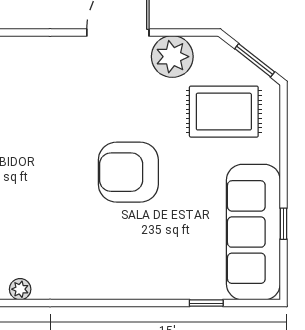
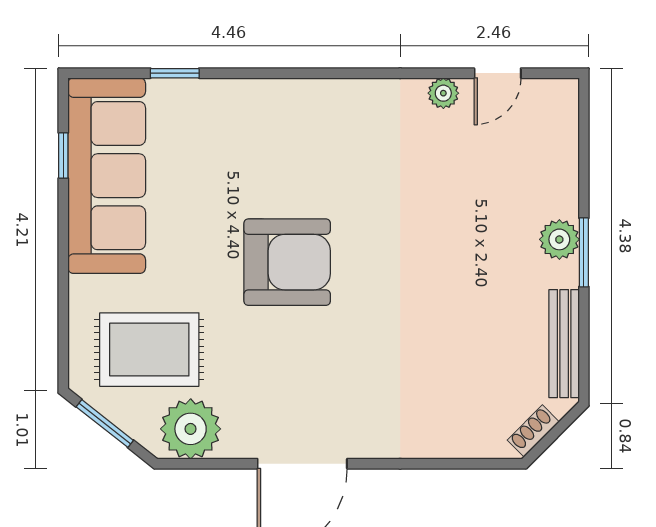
plant: (172, 57) -> (191, 429), moved
window: (283, 224) -> (63, 155), moved

